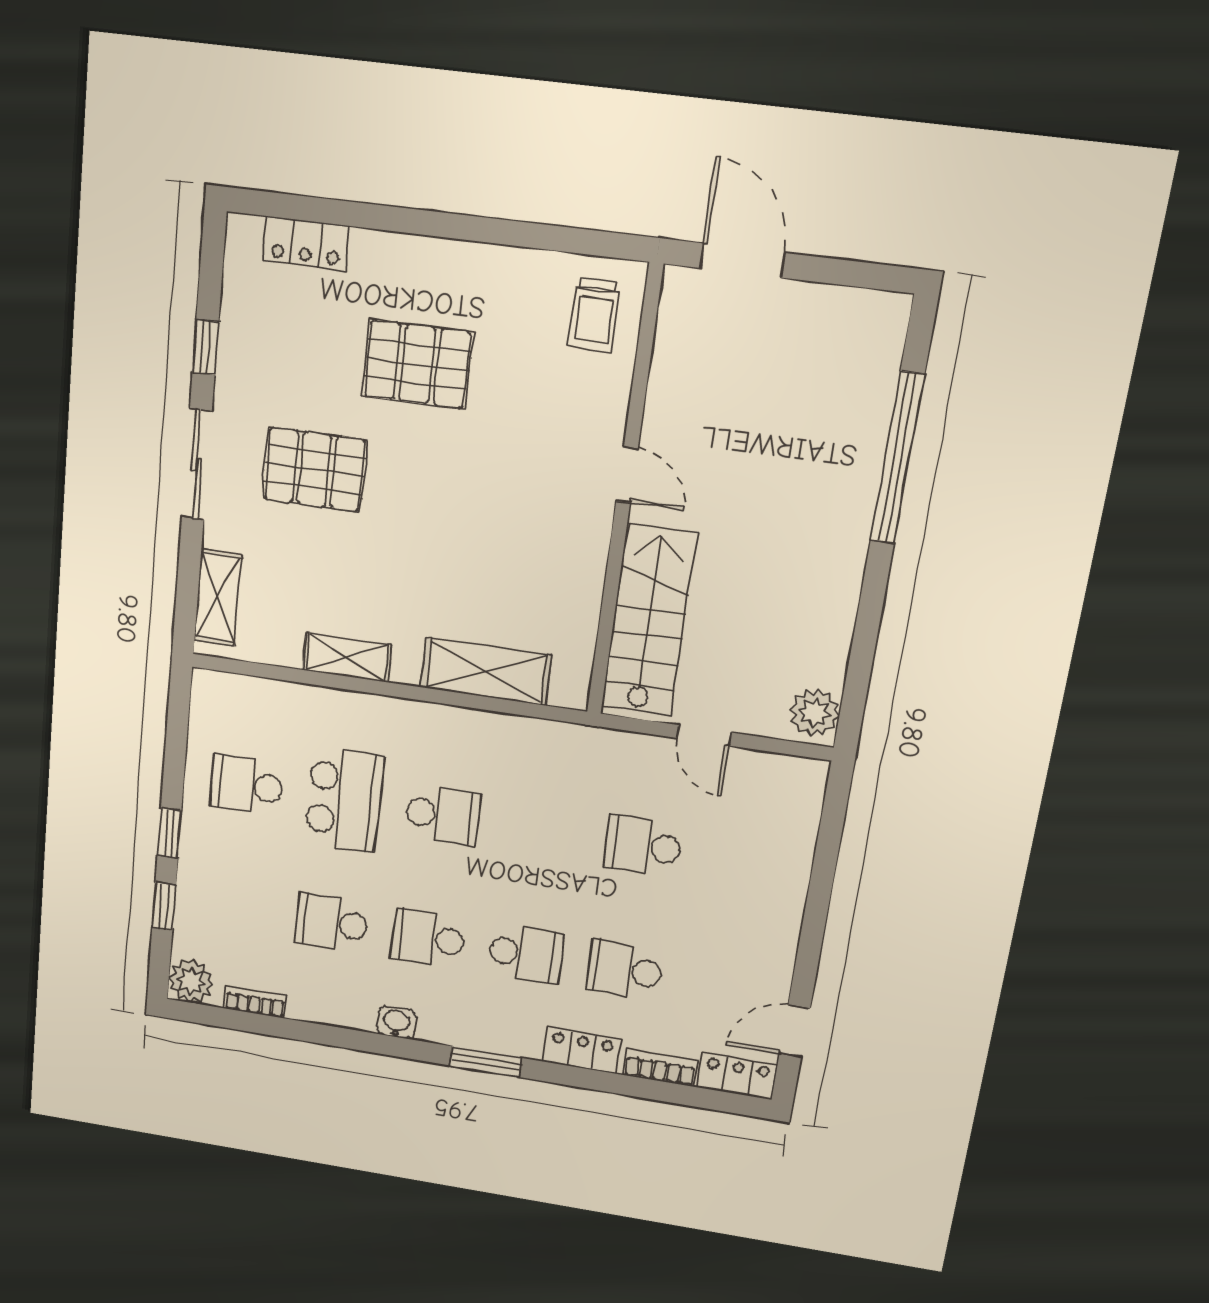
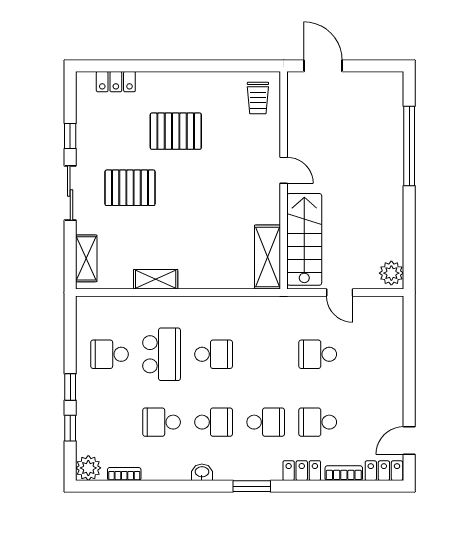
shelving: (486, 672) -> (267, 257), moved, turned 90
school desk: (428, 938) -> (214, 422), turned 180

